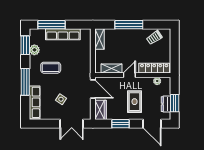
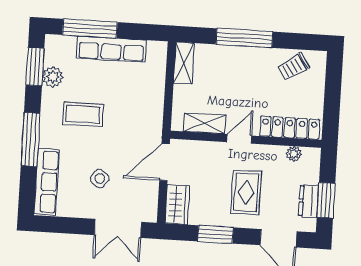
door: (93, 89) -> (165, 162), swing flipped

